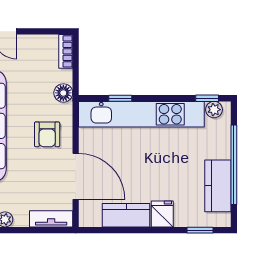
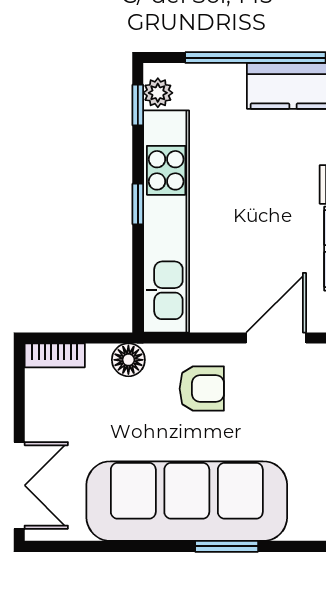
window: (120, 98) -> (138, 204), moved
door: (76, 176) -> (276, 338), width x0.73

